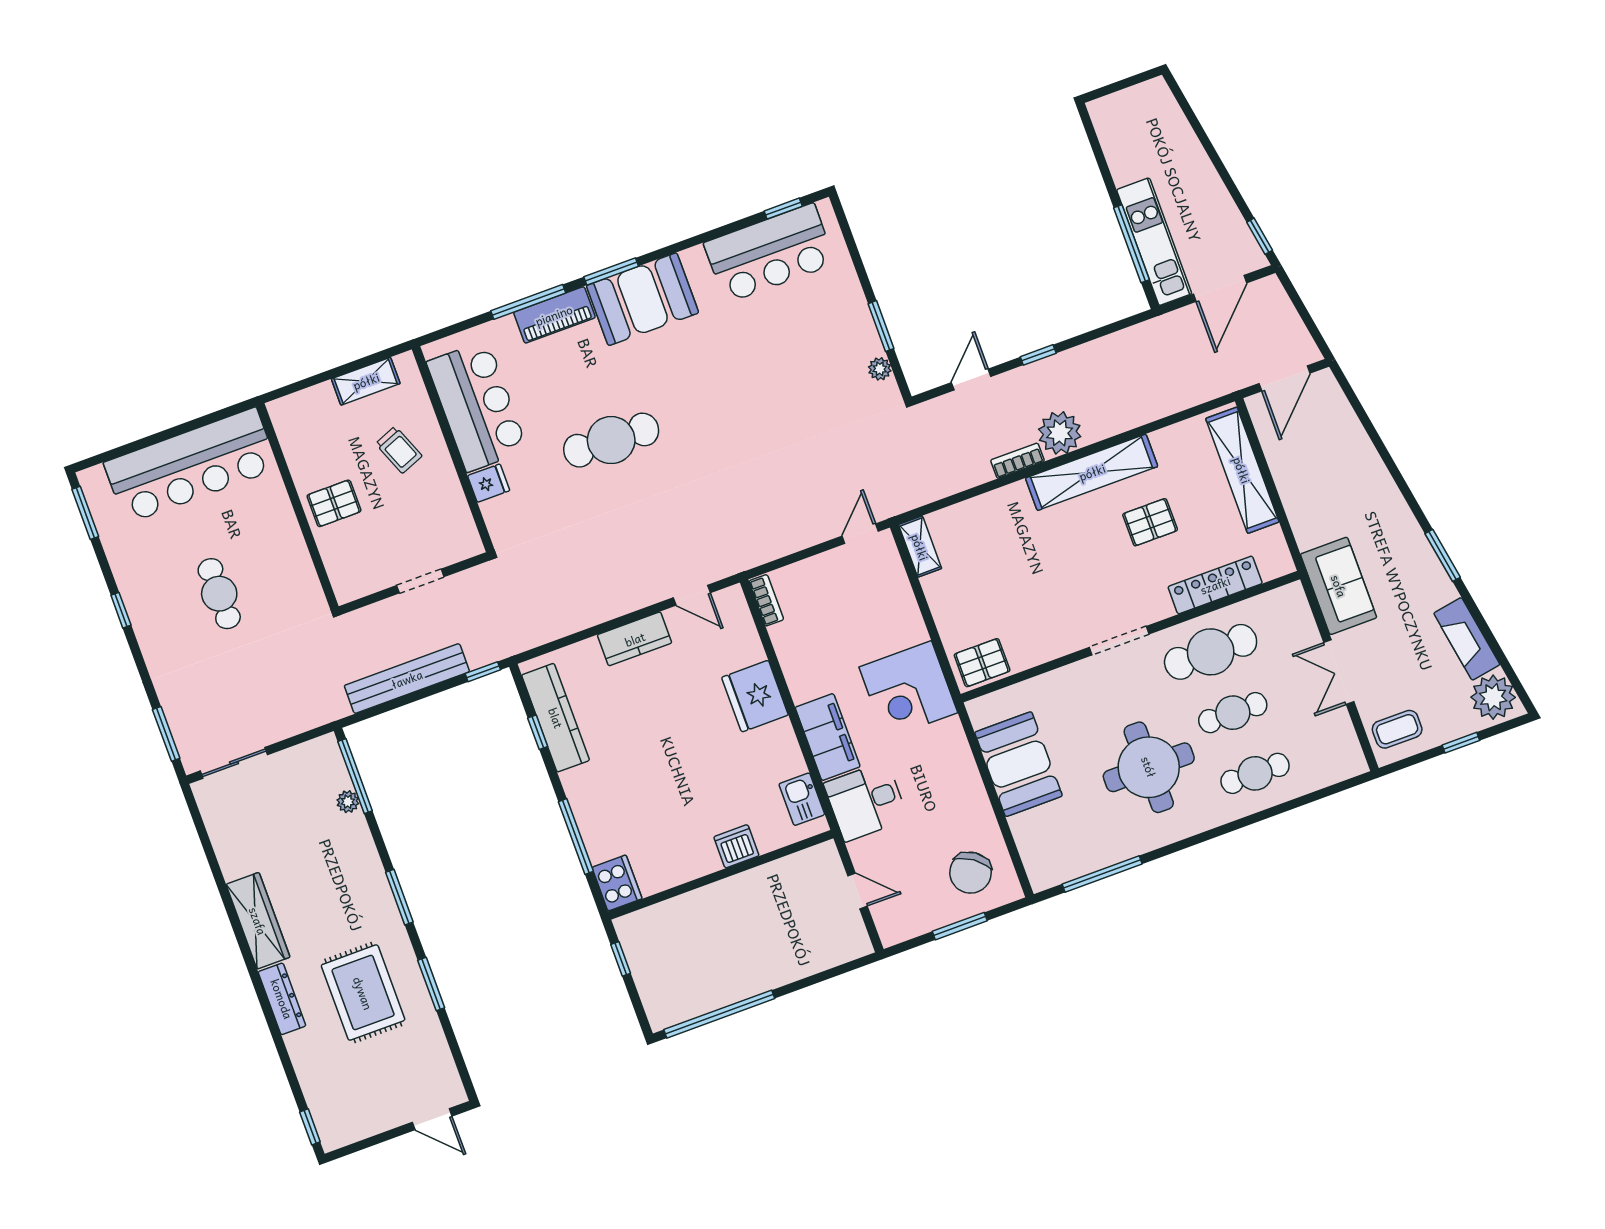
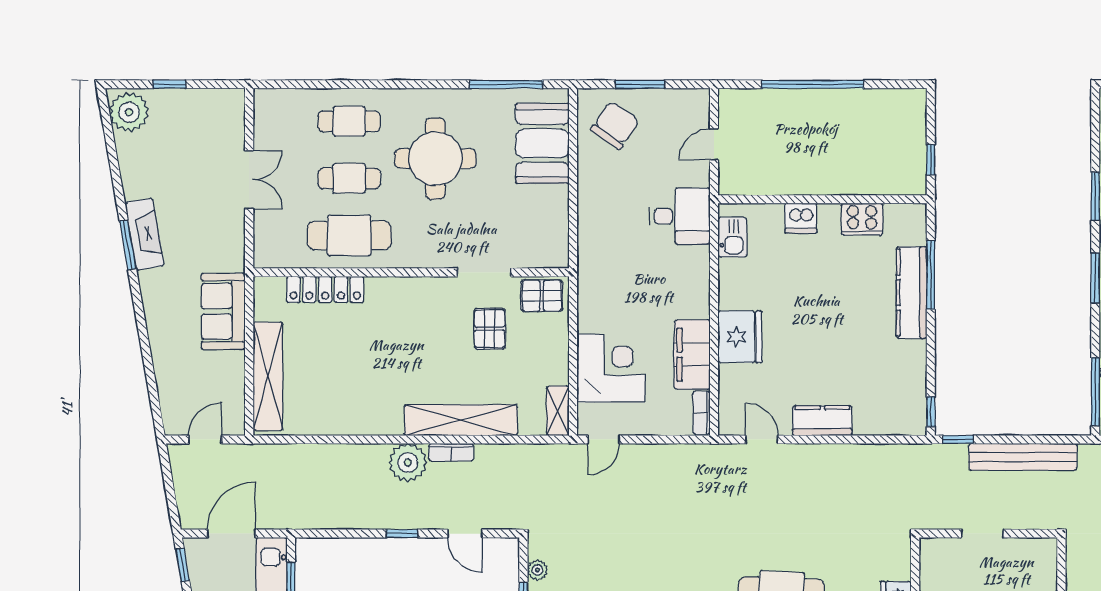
door: (1284, 378) -> (205, 439), width x0.73
door: (971, 379) -> (465, 534), hinge flipped
shelving: (1092, 472) -> (461, 420), moved
pallet: (1150, 522) -> (490, 329), moved, turned 90
sofa: (1339, 586) -> (223, 311), moved
fireplace: (1467, 639) -> (144, 234), moved
doorway: (1119, 641) -> (484, 272), moved
corner desk: (908, 690) -> (611, 368), moved
kitchen counter: (556, 718) -> (912, 293), moved
coffee table: (1397, 729) -> (218, 115), removed
window: (538, 732) -> (931, 412), moved
filing cabinet: (828, 737) -> (692, 355), moved
booth: (1018, 764) -> (542, 143), moved
cooker: (617, 883) -> (862, 219), moved, turned -90
door: (857, 891) -> (714, 144), hinge flipped
window: (719, 1014) -> (813, 84), moved

